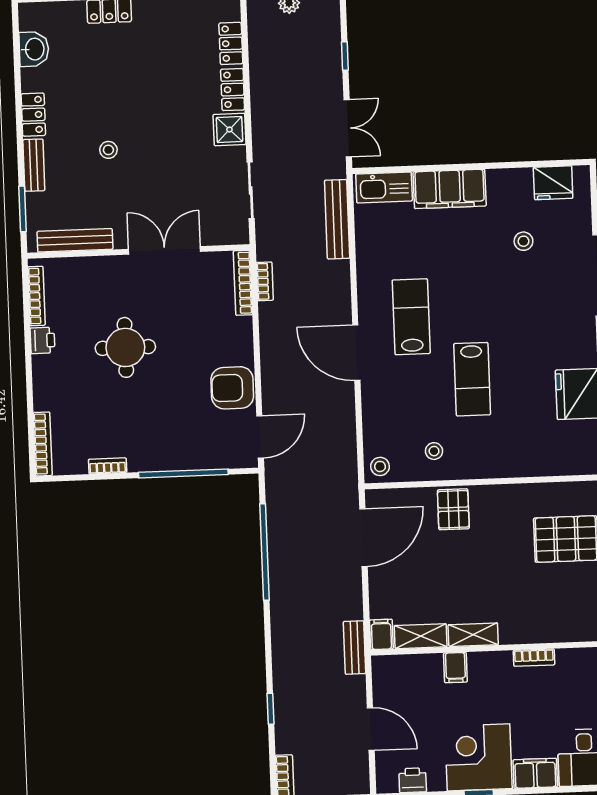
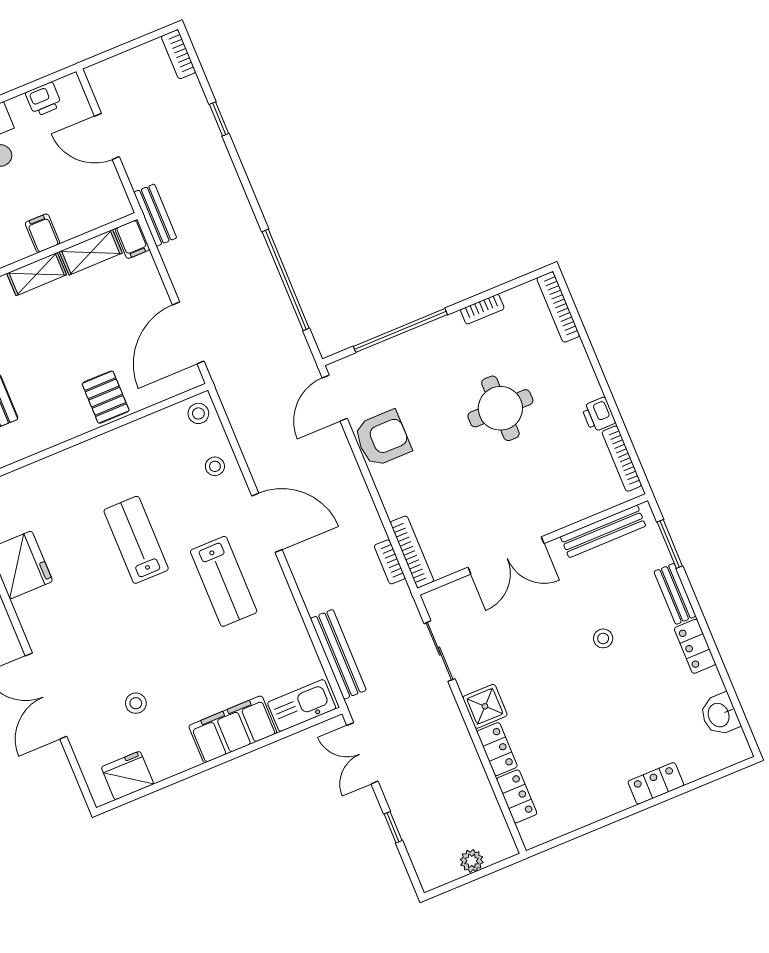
round table: (125, 347) -> (500, 408), moved
stool: (434, 451) -> (215, 466), moved

